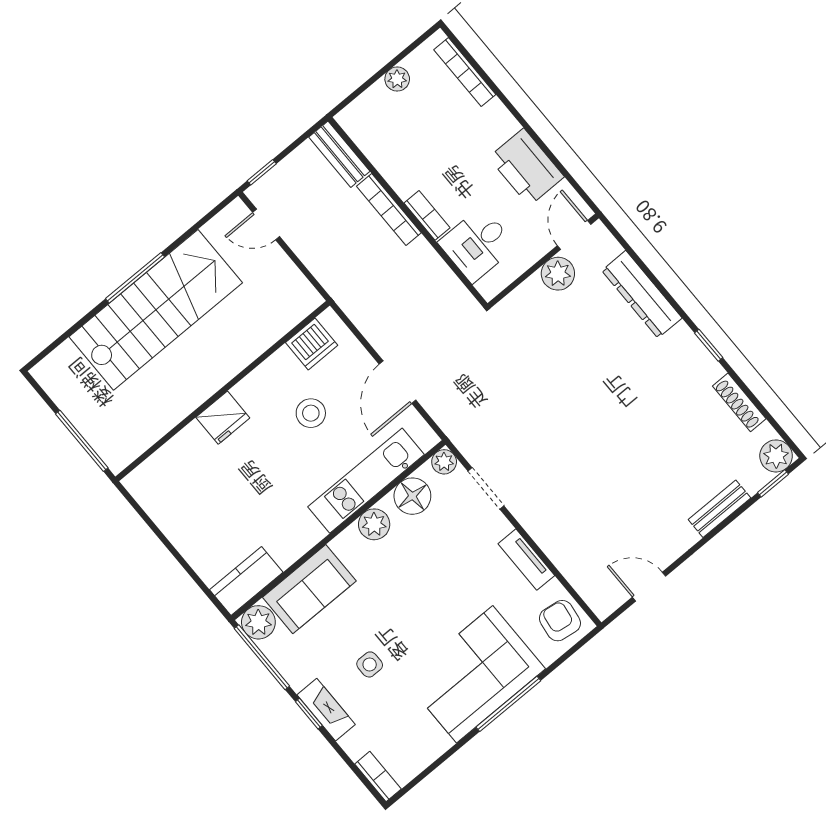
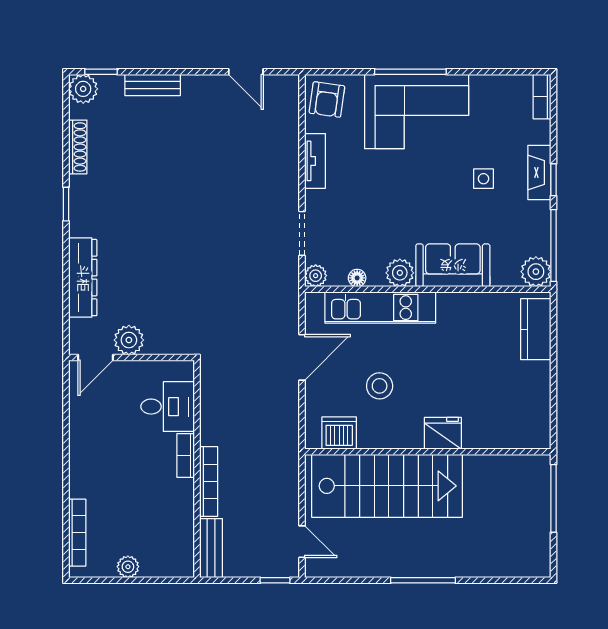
printer: (526, 167) -> (89, 432), removed
stairs: (156, 310) -> (387, 486), moved, turned 180
floor lamp: (412, 496) -> (357, 278), width x0.53, depth x0.53
kitchen counter: (246, 581) -> (536, 329), moved, turned 90
sofa: (309, 589) -> (453, 265), moved

